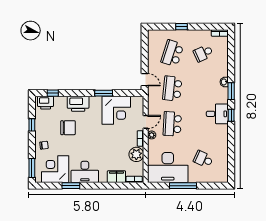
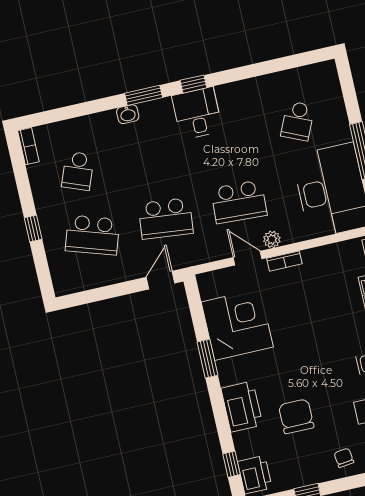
school desk: (203, 53) -> (78, 171), turned 45
plant: (136, 154) -> (319, 262), removed

